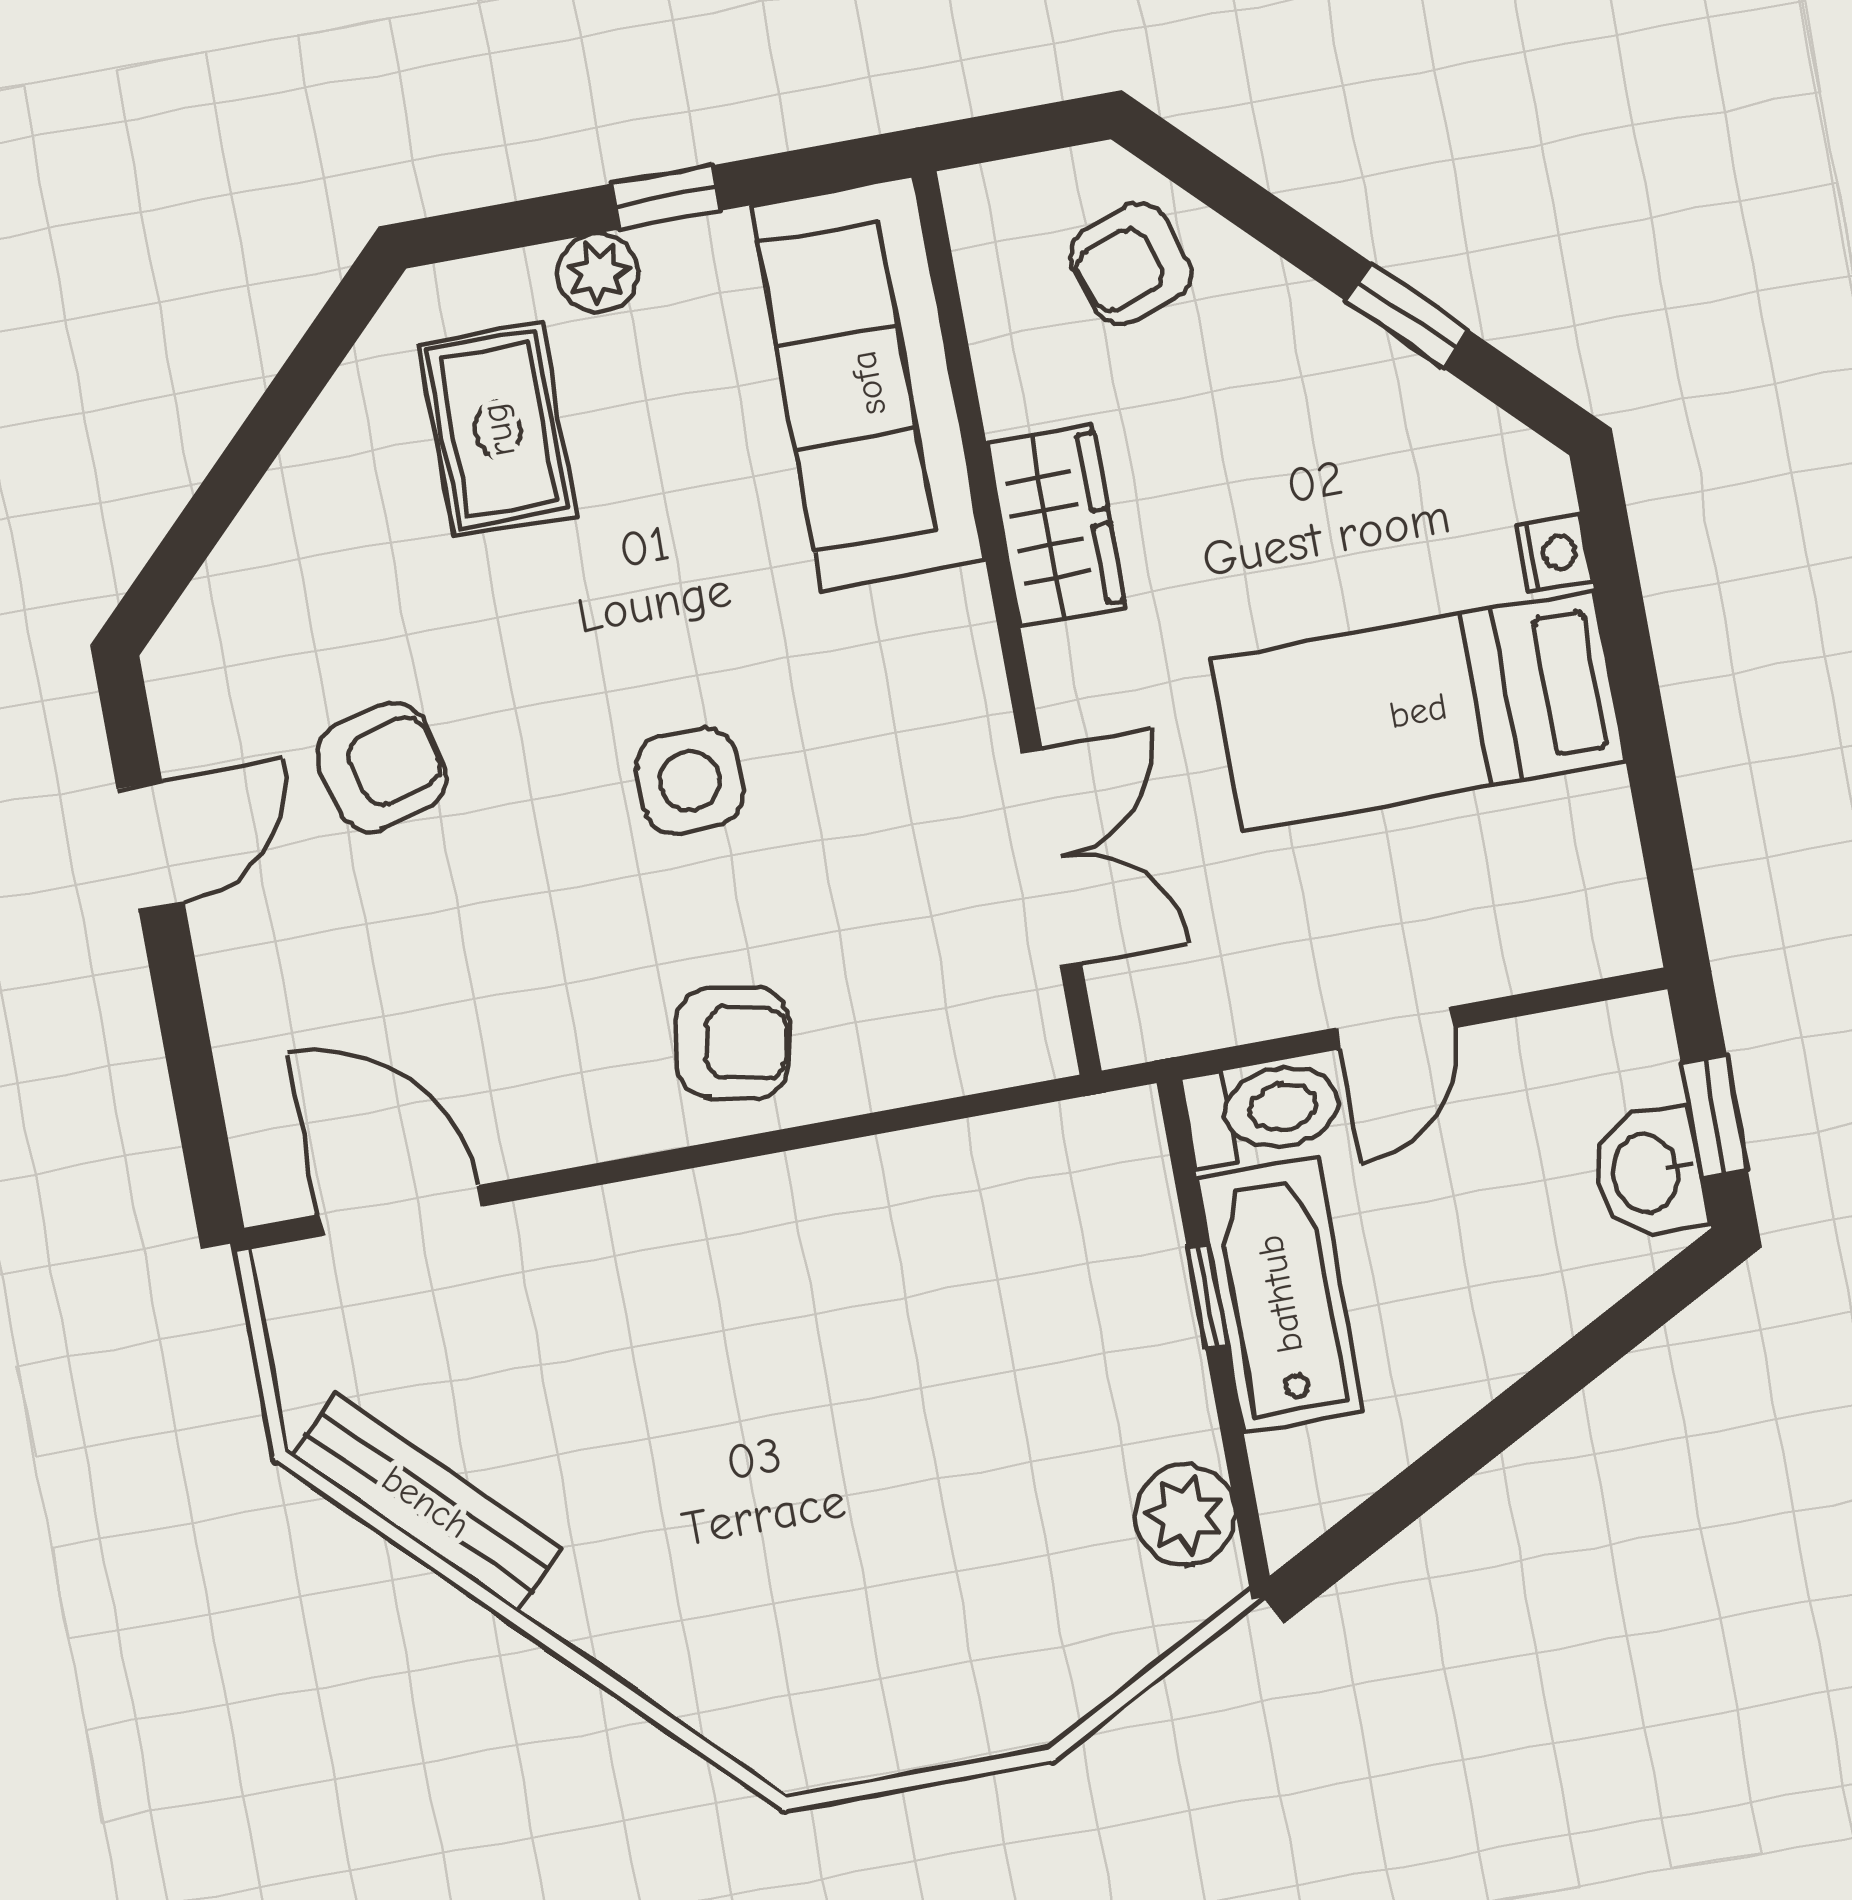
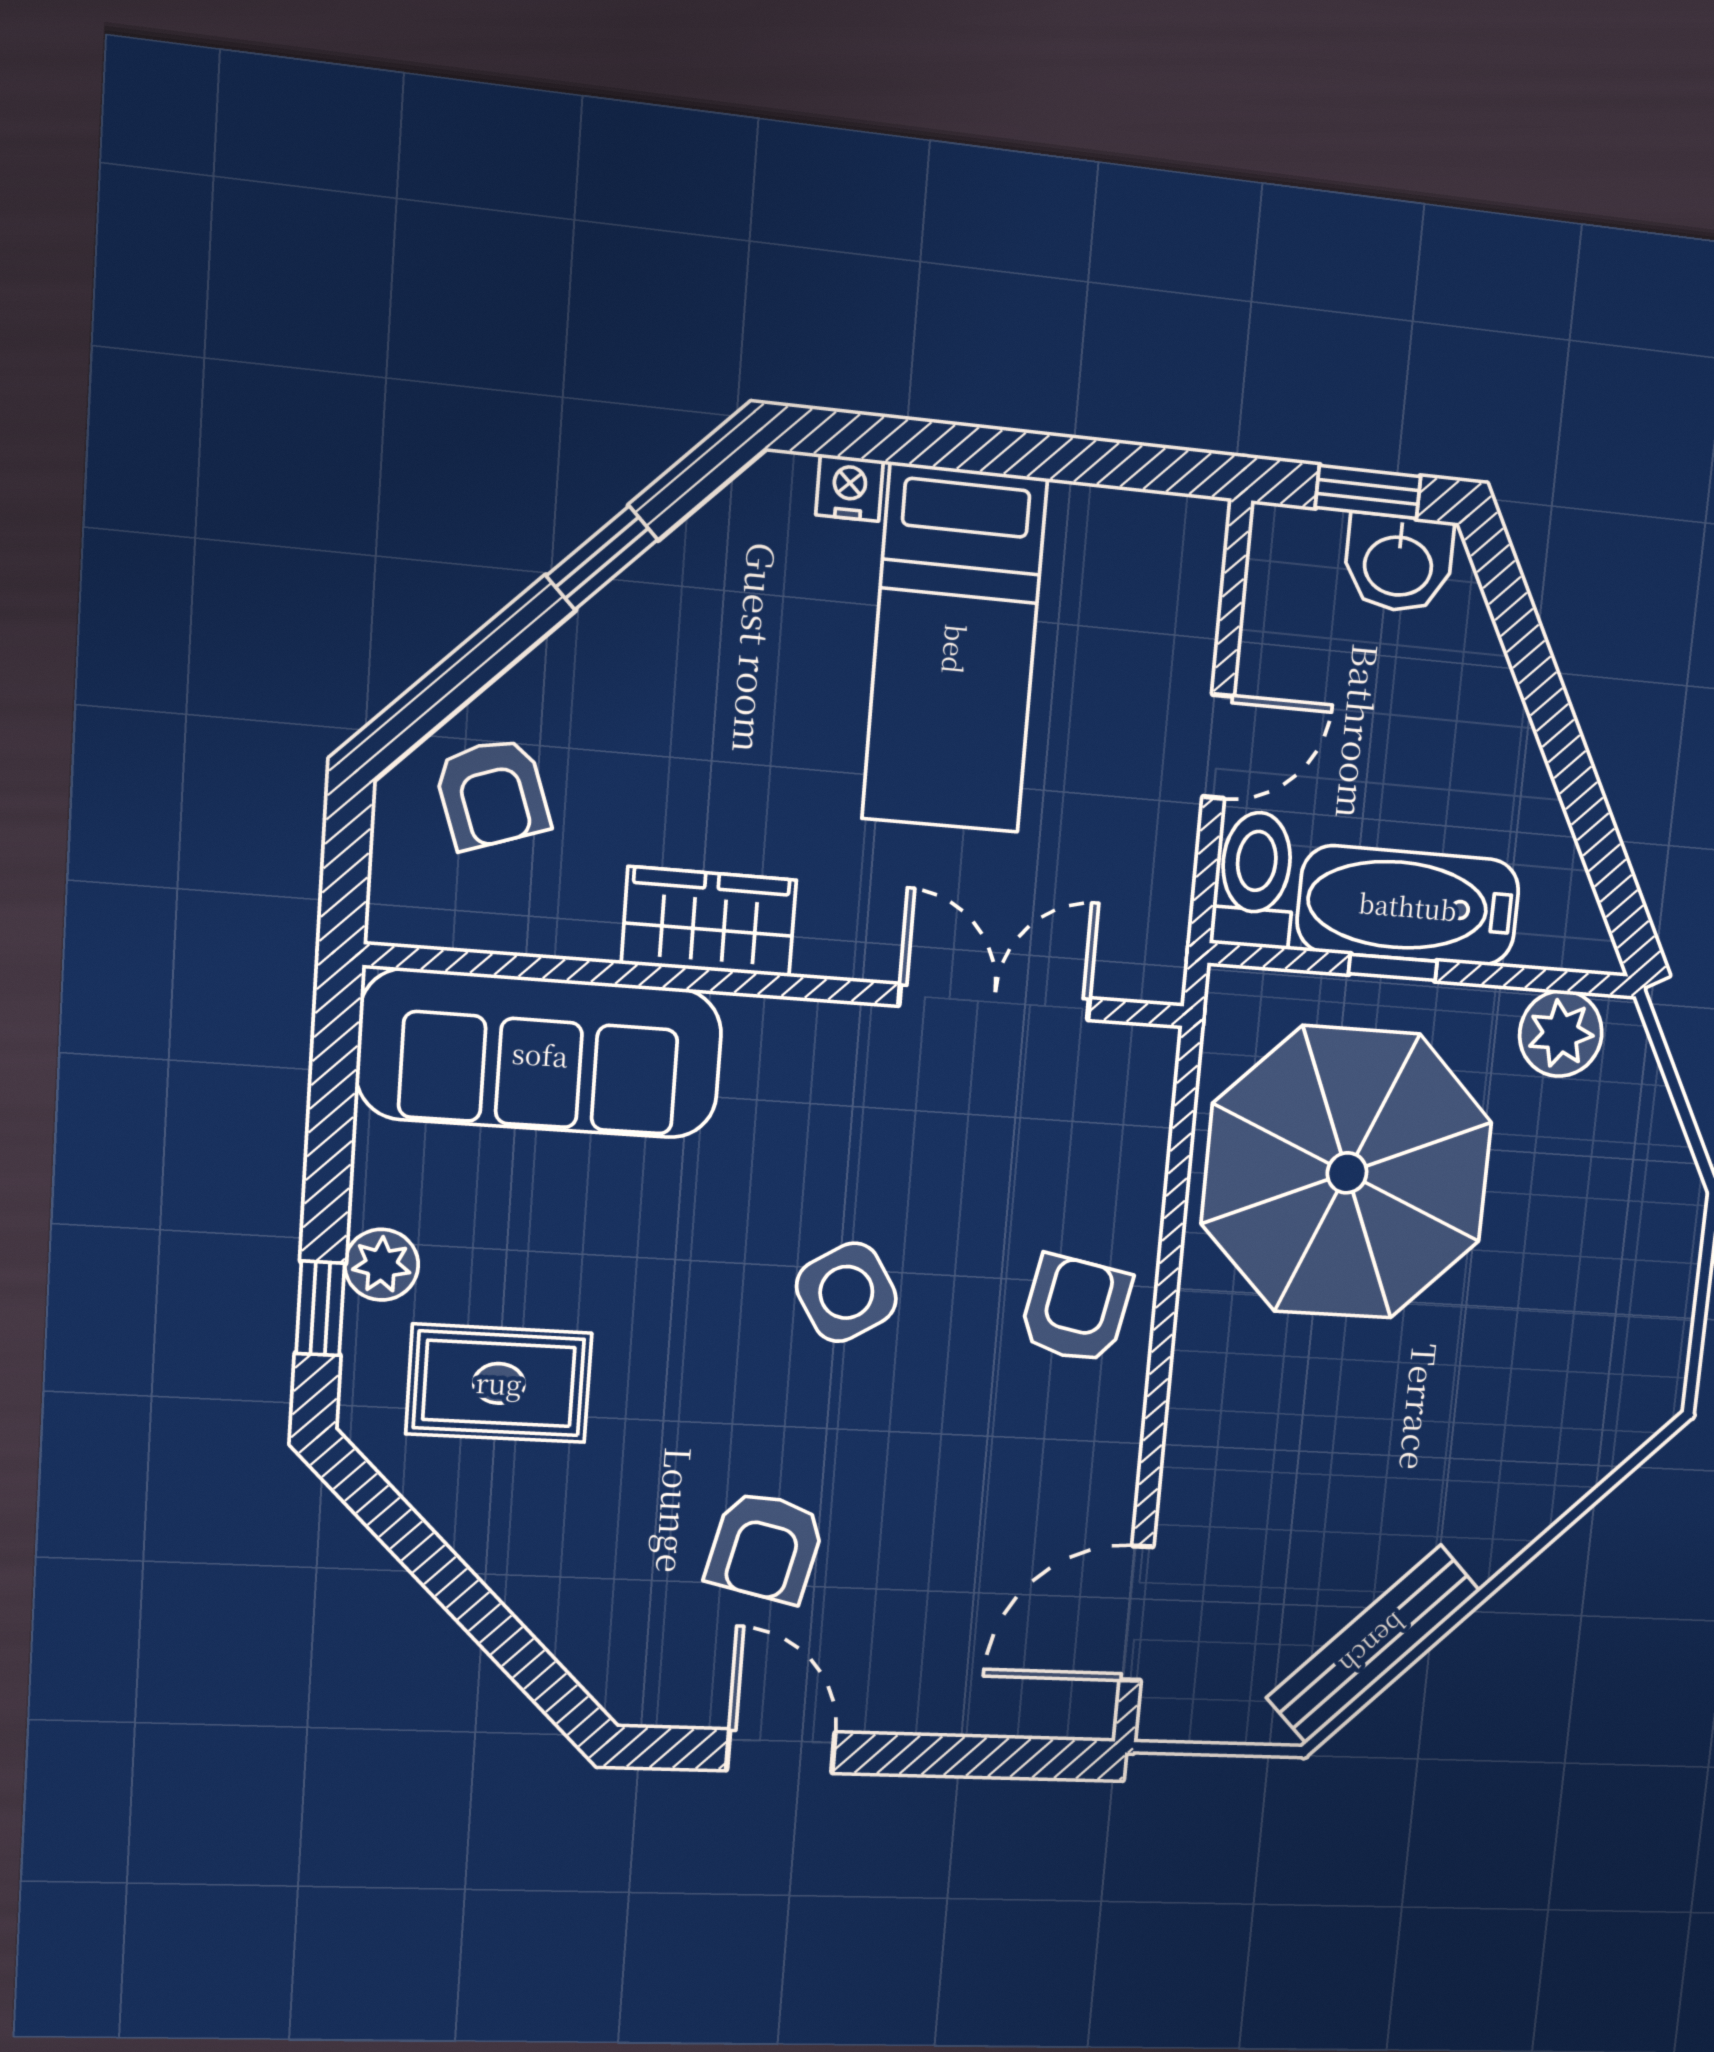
window: (666, 197) -> (320, 1308), moved
armchair: (382, 767) -> (766, 1547), turned -152
side table: (689, 781) -> (846, 1292), turned -32
door: (1395, 1028) -> (1218, 746), hinge flipped
parasol: (964, 1311) -> (1347, 1173), added

